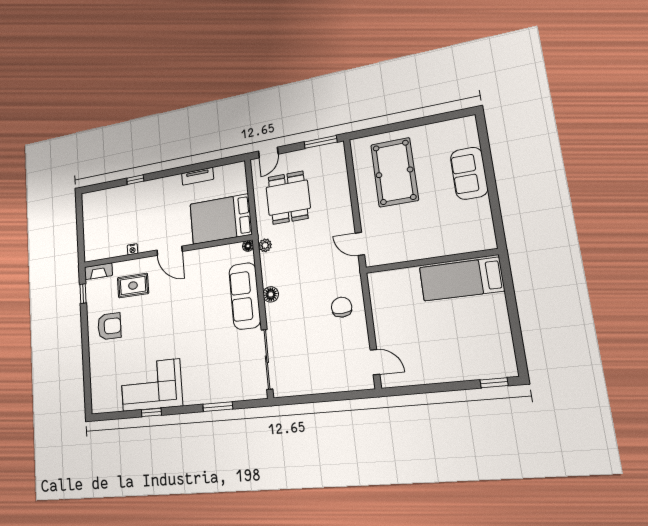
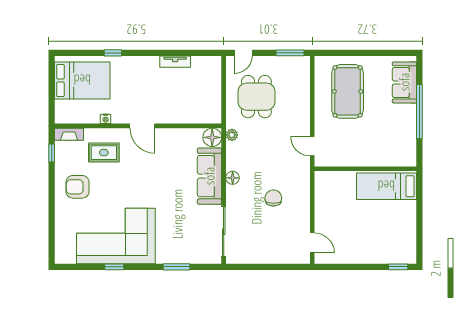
sofa: (469, 173) -> (404, 82), moved
window: (491, 180) -> (419, 112), added
bed: (221, 219) -> (82, 80), moved, turned 180
floor lamp: (248, 246) -> (212, 137), width x1.89, depth x1.89
chair: (342, 307) -> (273, 198), moved
armchair: (109, 326) -> (77, 187), turned 180
corner sofa: (151, 385) -> (116, 236), width x1.36, depth x1.36

